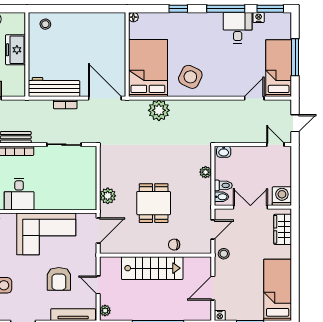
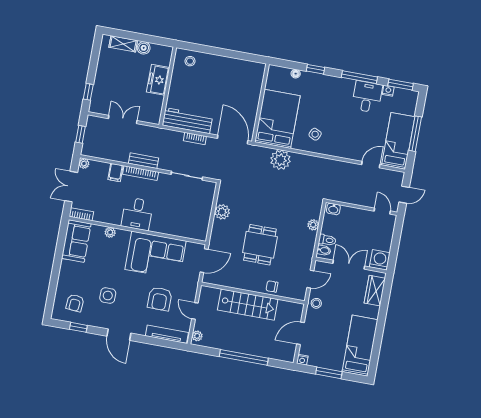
floor lamp: (133, 17) -> (296, 74), moved
side table: (190, 77) -> (315, 134), width x0.54, depth x0.54
plant: (108, 196) -> (222, 212), moved

